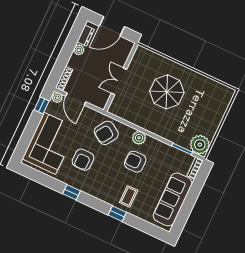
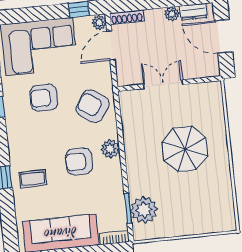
plant: (200, 145) -> (144, 210), moved
armchair: (135, 162) -> (79, 161), turned -90

